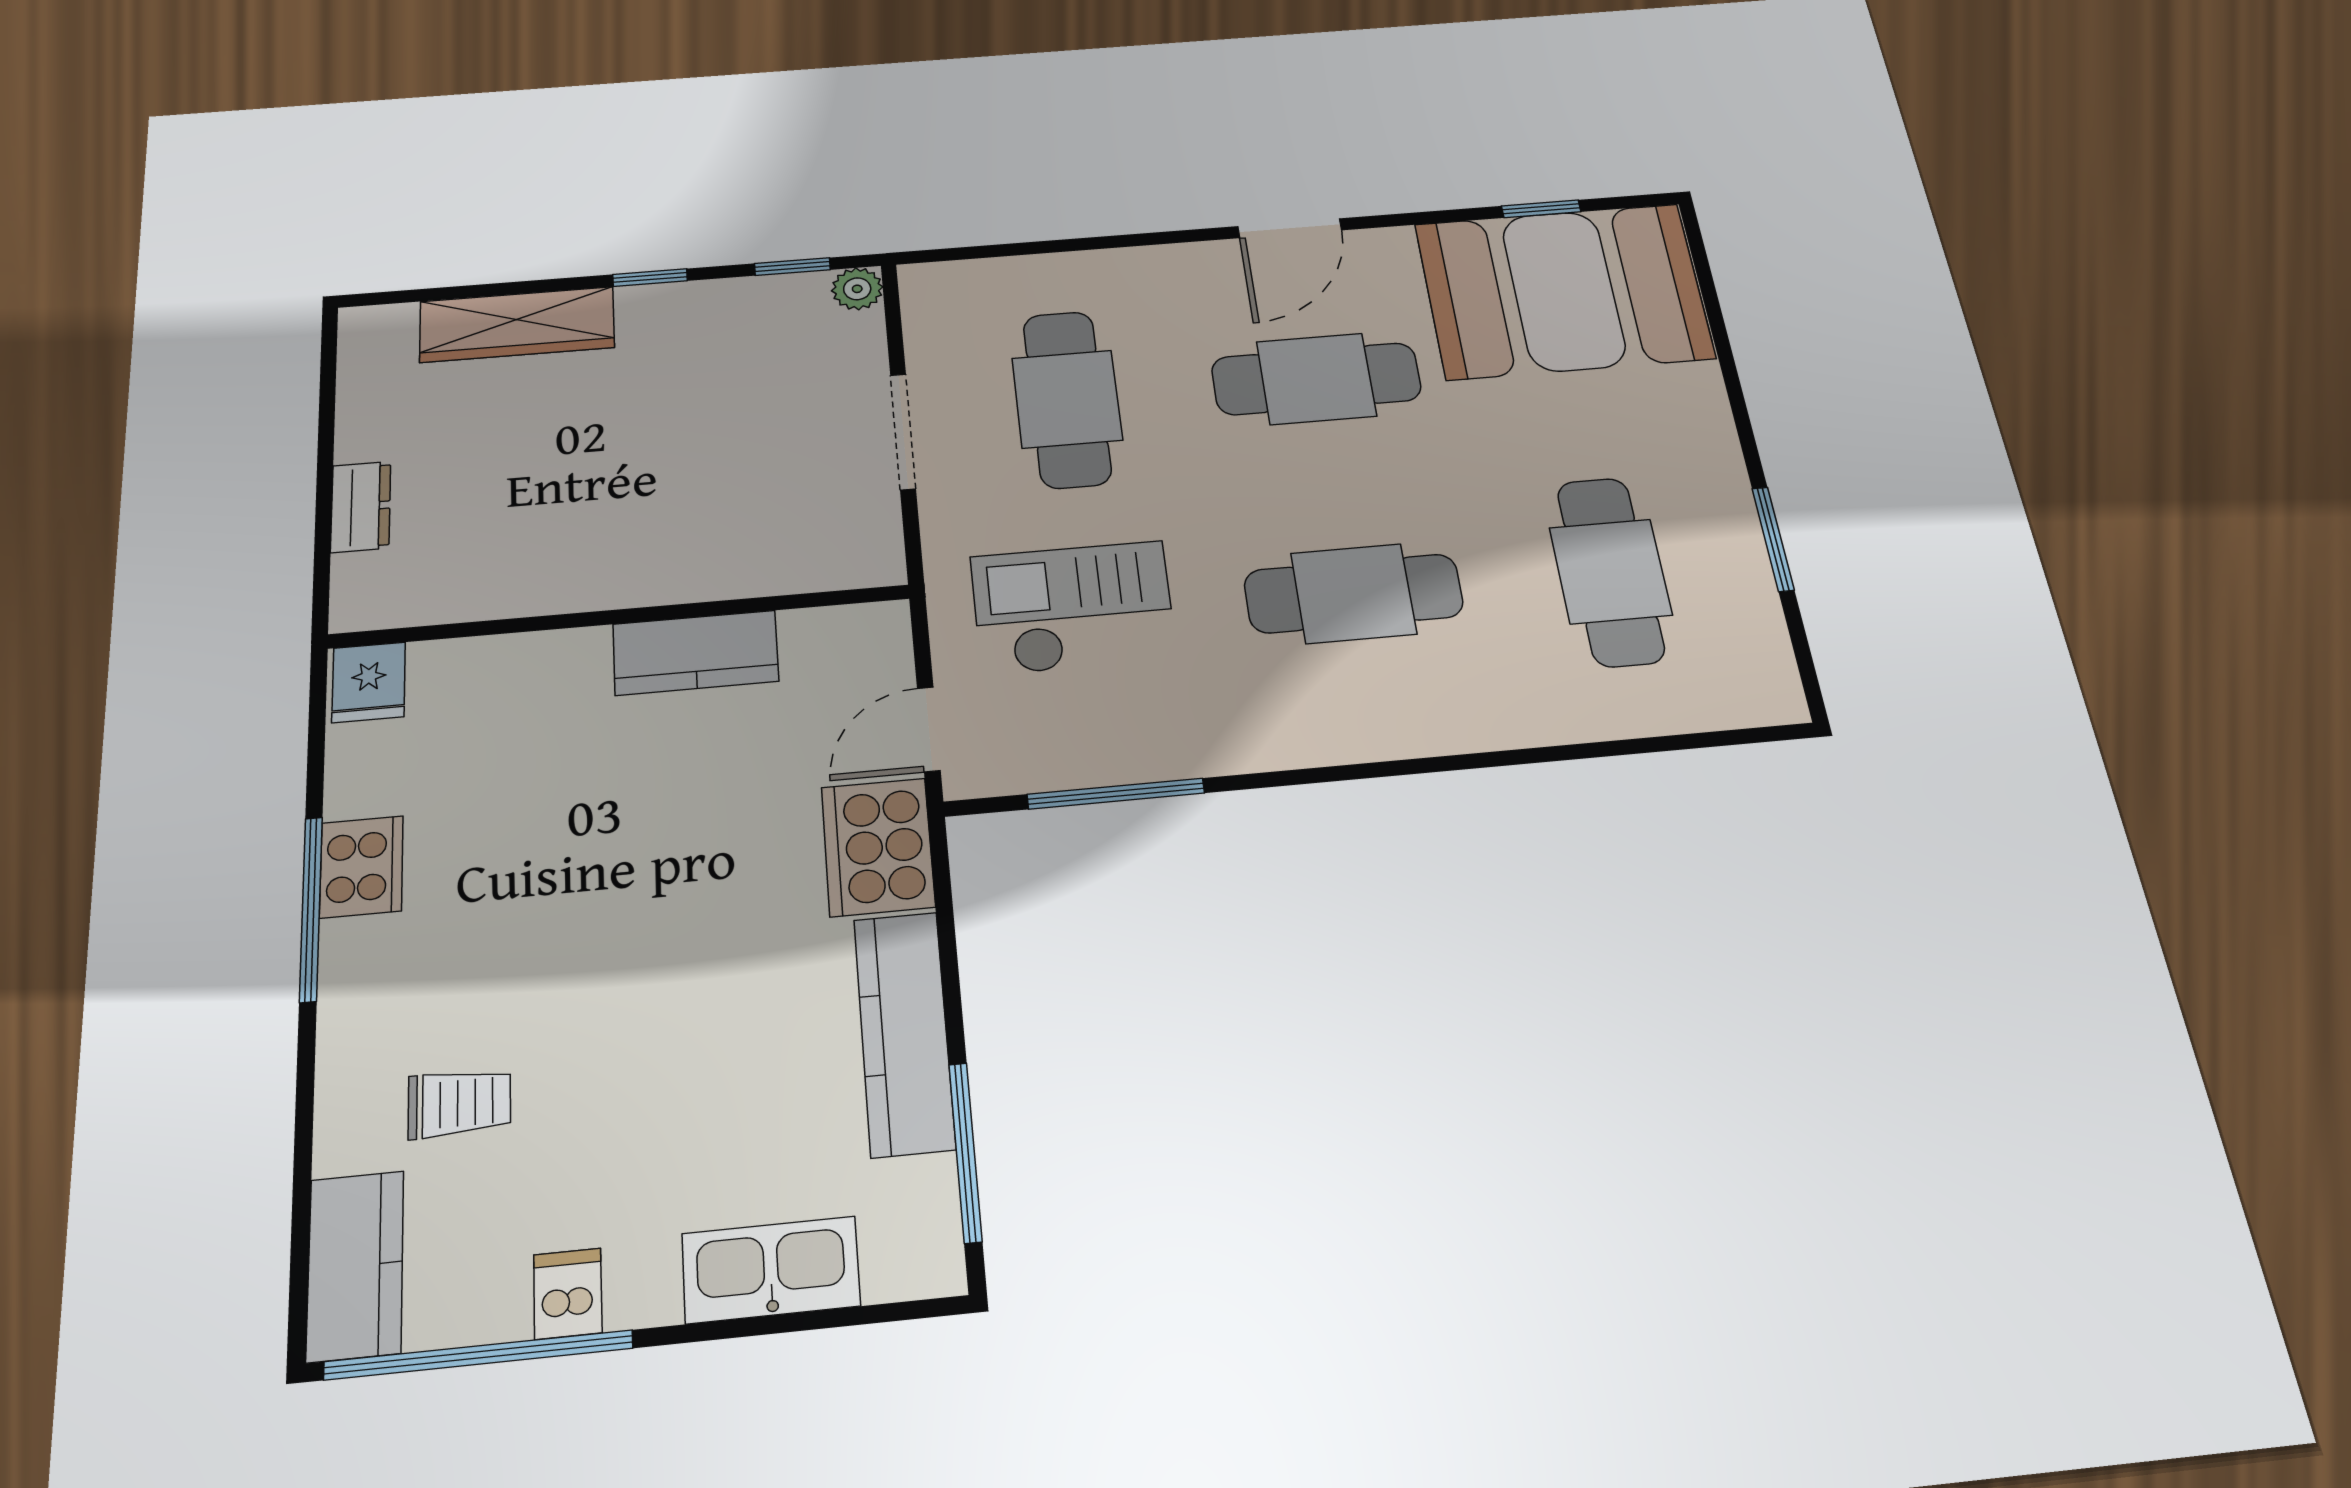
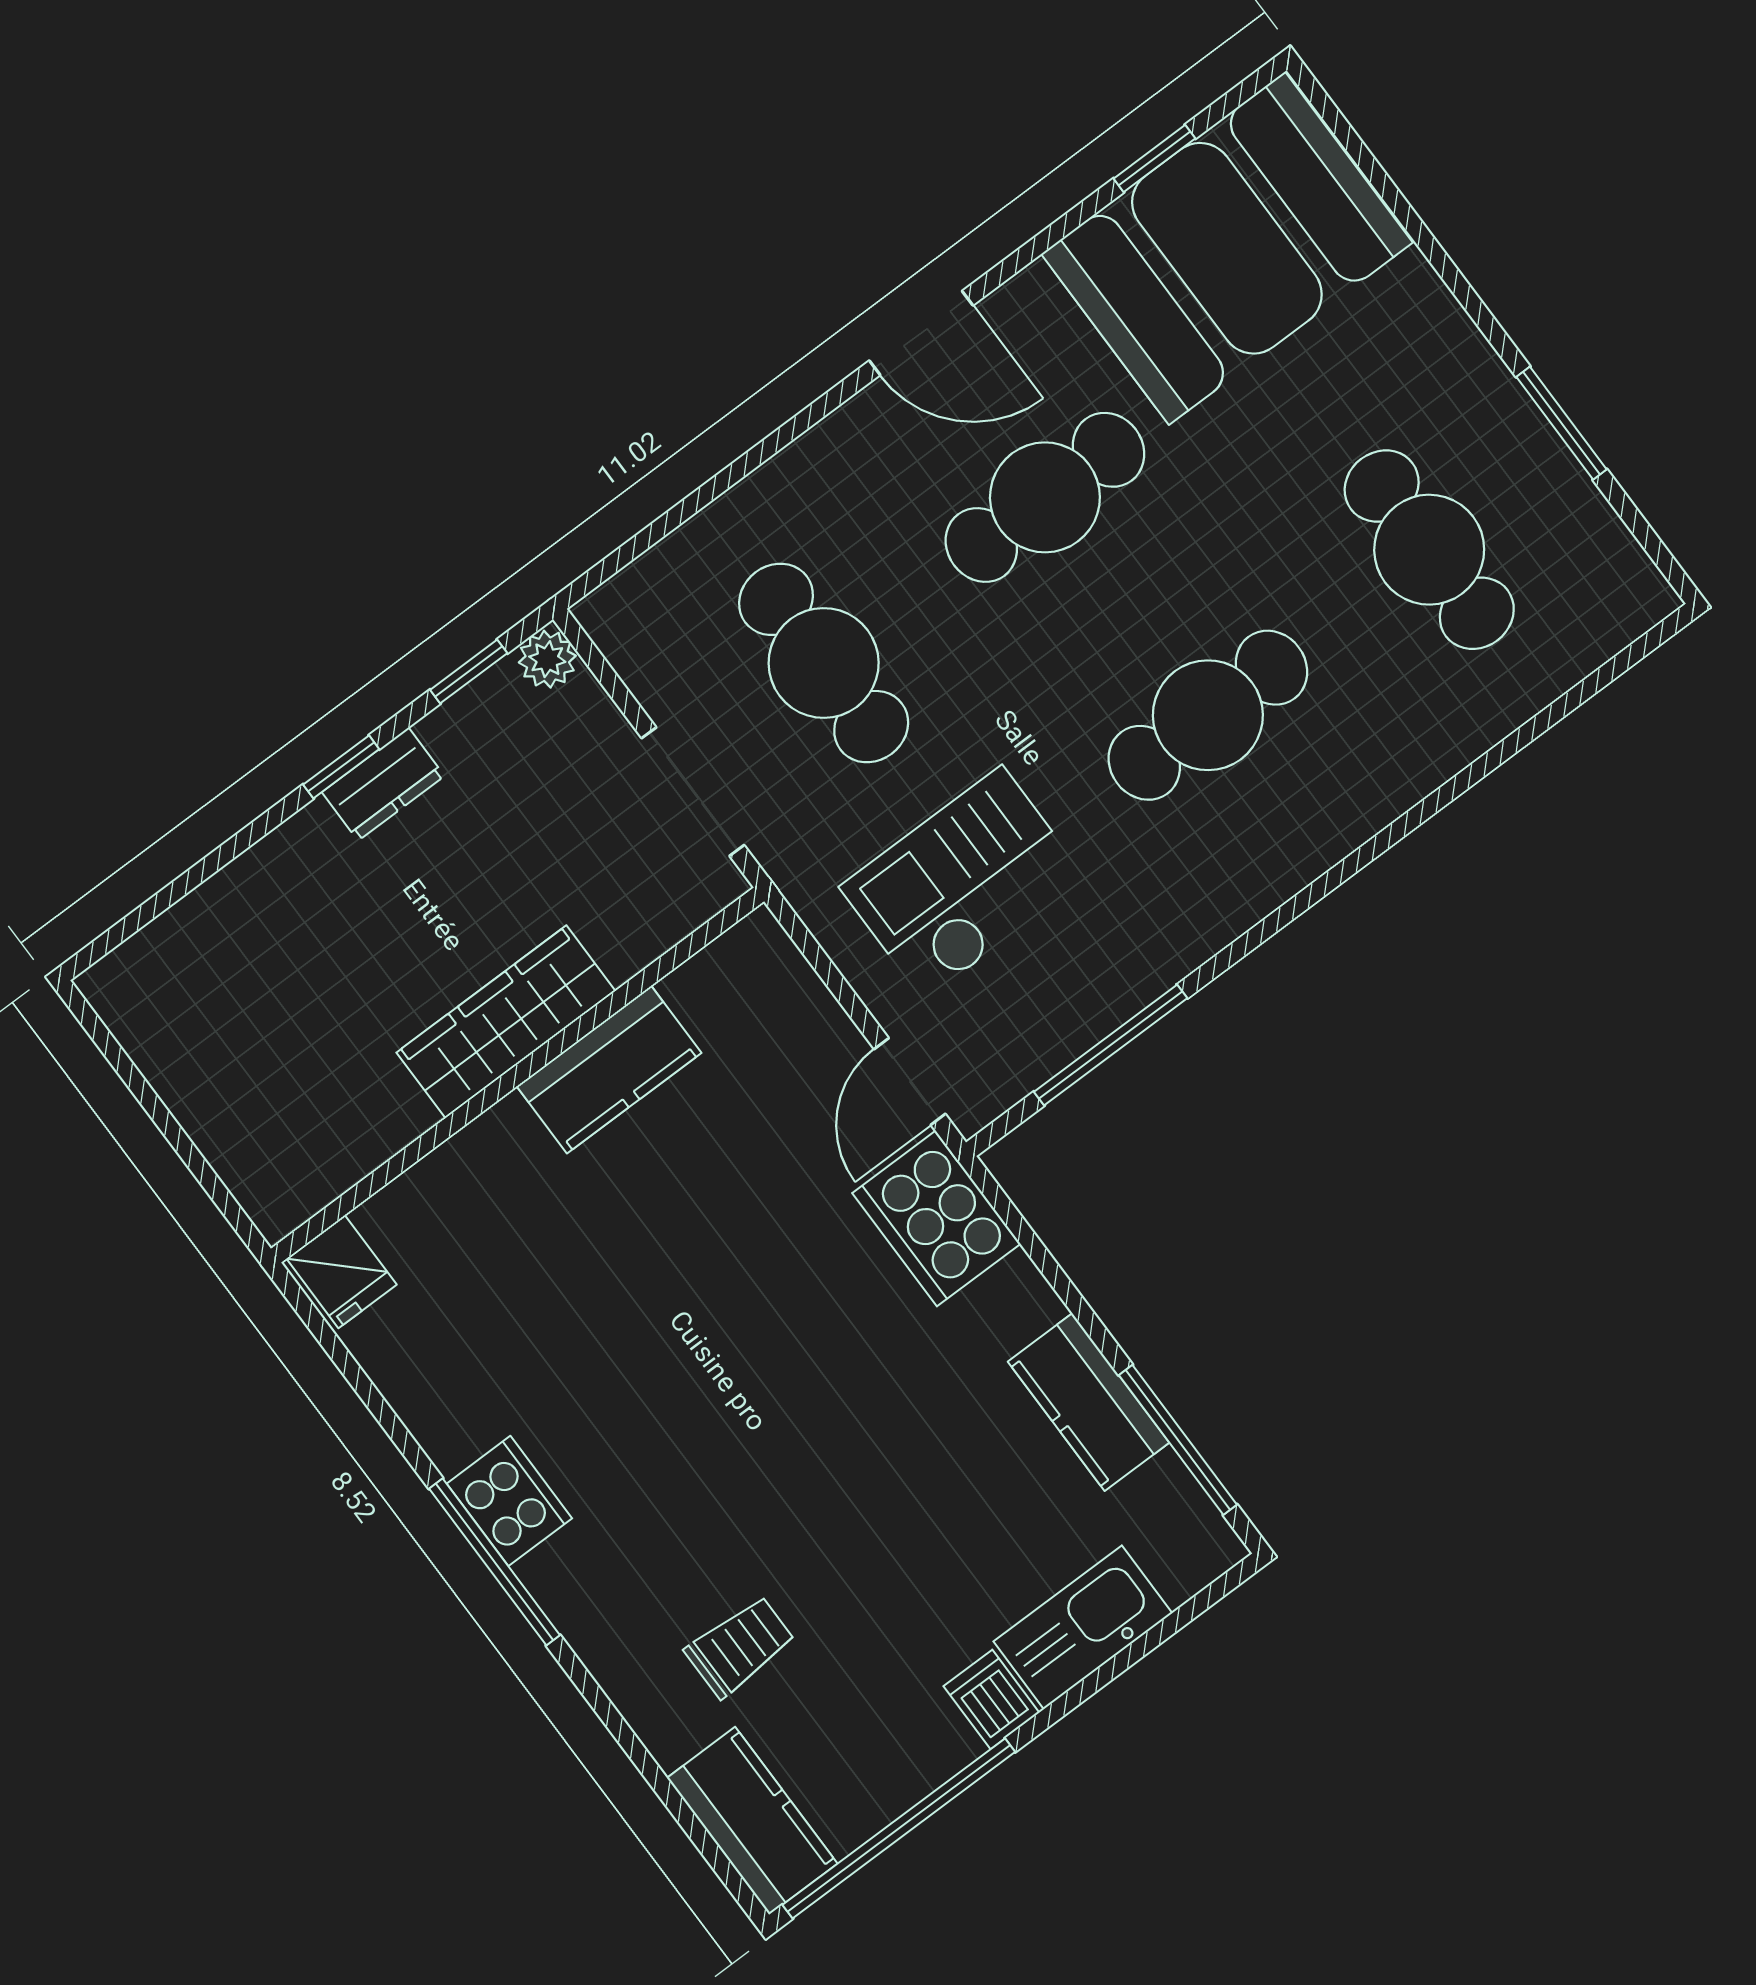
door: (1290, 228) -> (921, 333), hinge flipped
wardrobe: (517, 324) -> (506, 1022), moved, turned 180
dresser: (361, 507) -> (383, 784), moved, turned 90
wall: (620, 616) -> (518, 1075), moved
kitchen counter: (696, 653) -> (609, 1070), moved
fridge: (369, 682) -> (342, 1272), moved
kitchen counter: (904, 1033) -> (1089, 1402), width x0.67
dishwasher: (568, 1294) -> (991, 1699), moved

